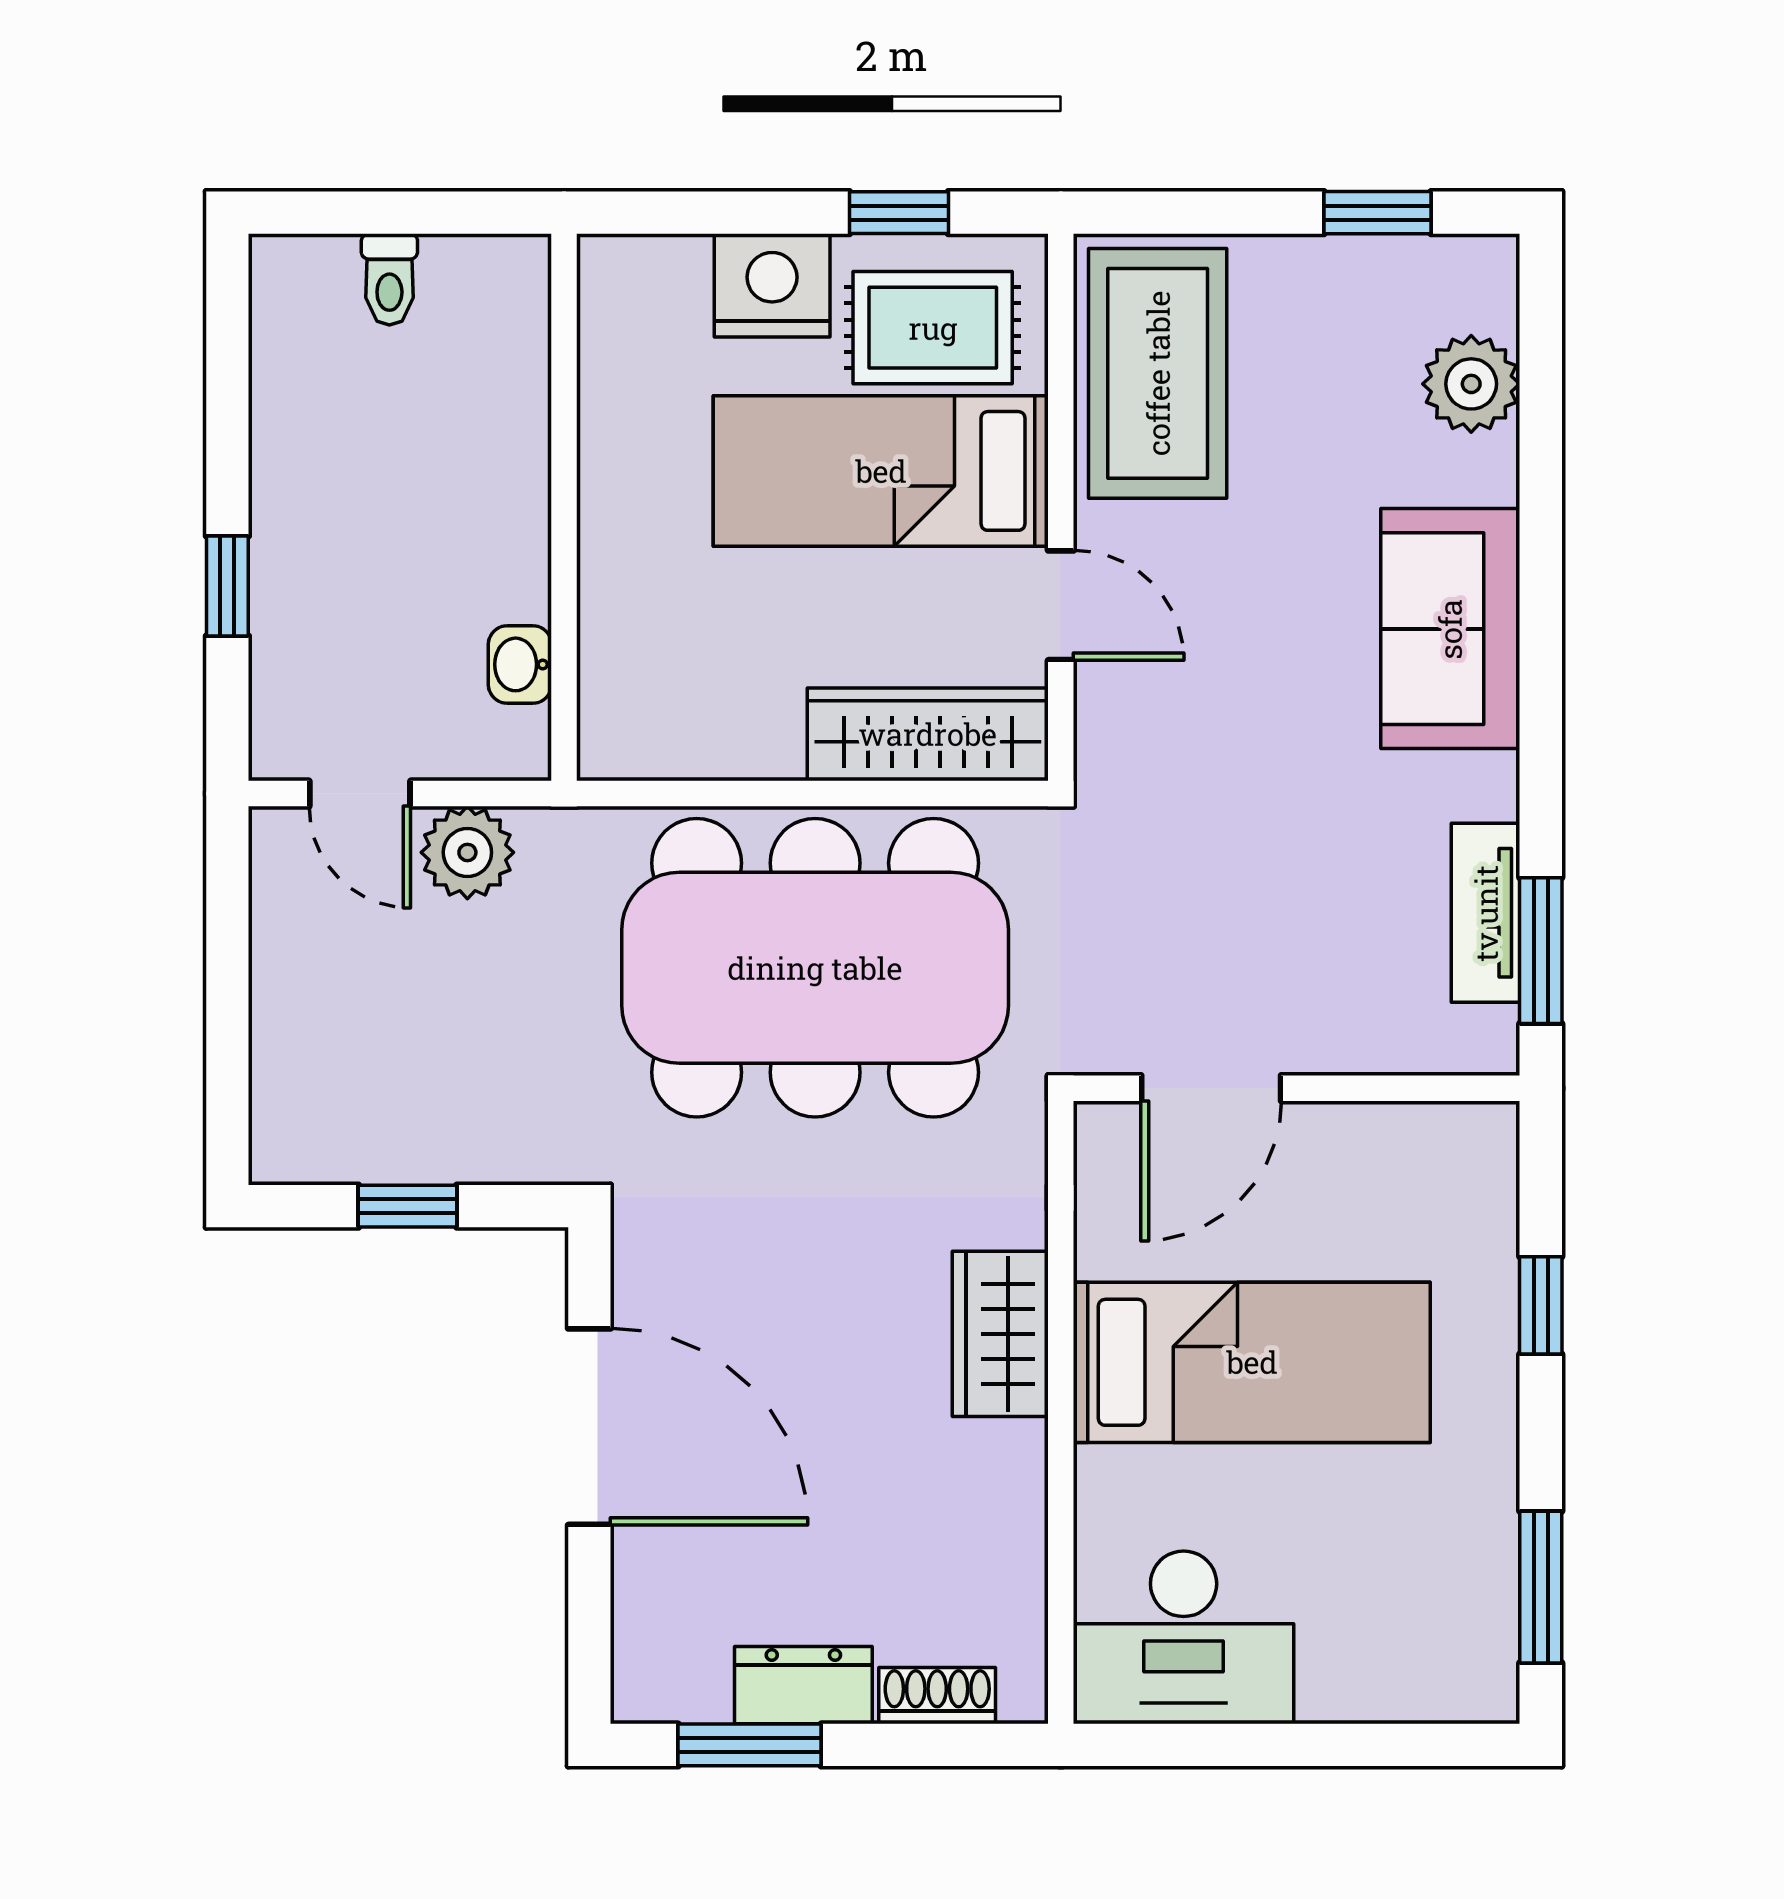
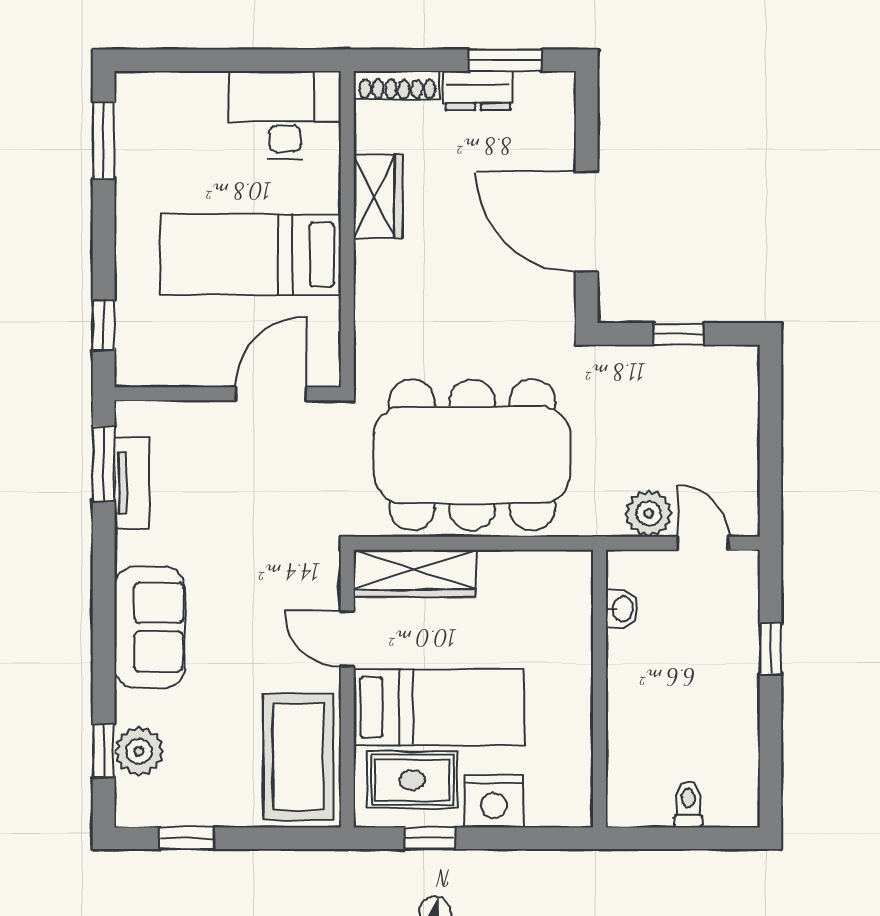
window: (1541, 385) -> (104, 751), added
window: (1541, 1305) -> (104, 325), moved
wardrobe: (1000, 1334) -> (378, 196), moved
shoe rack: (937, 1696) -> (397, 85), width x1.43

